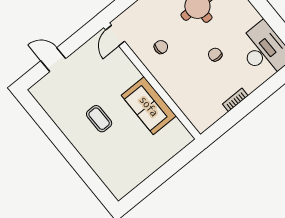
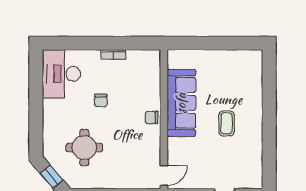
chair: (161, 47) -> (152, 117), moved
sofa: (149, 106) -> (181, 103), width x1.36

